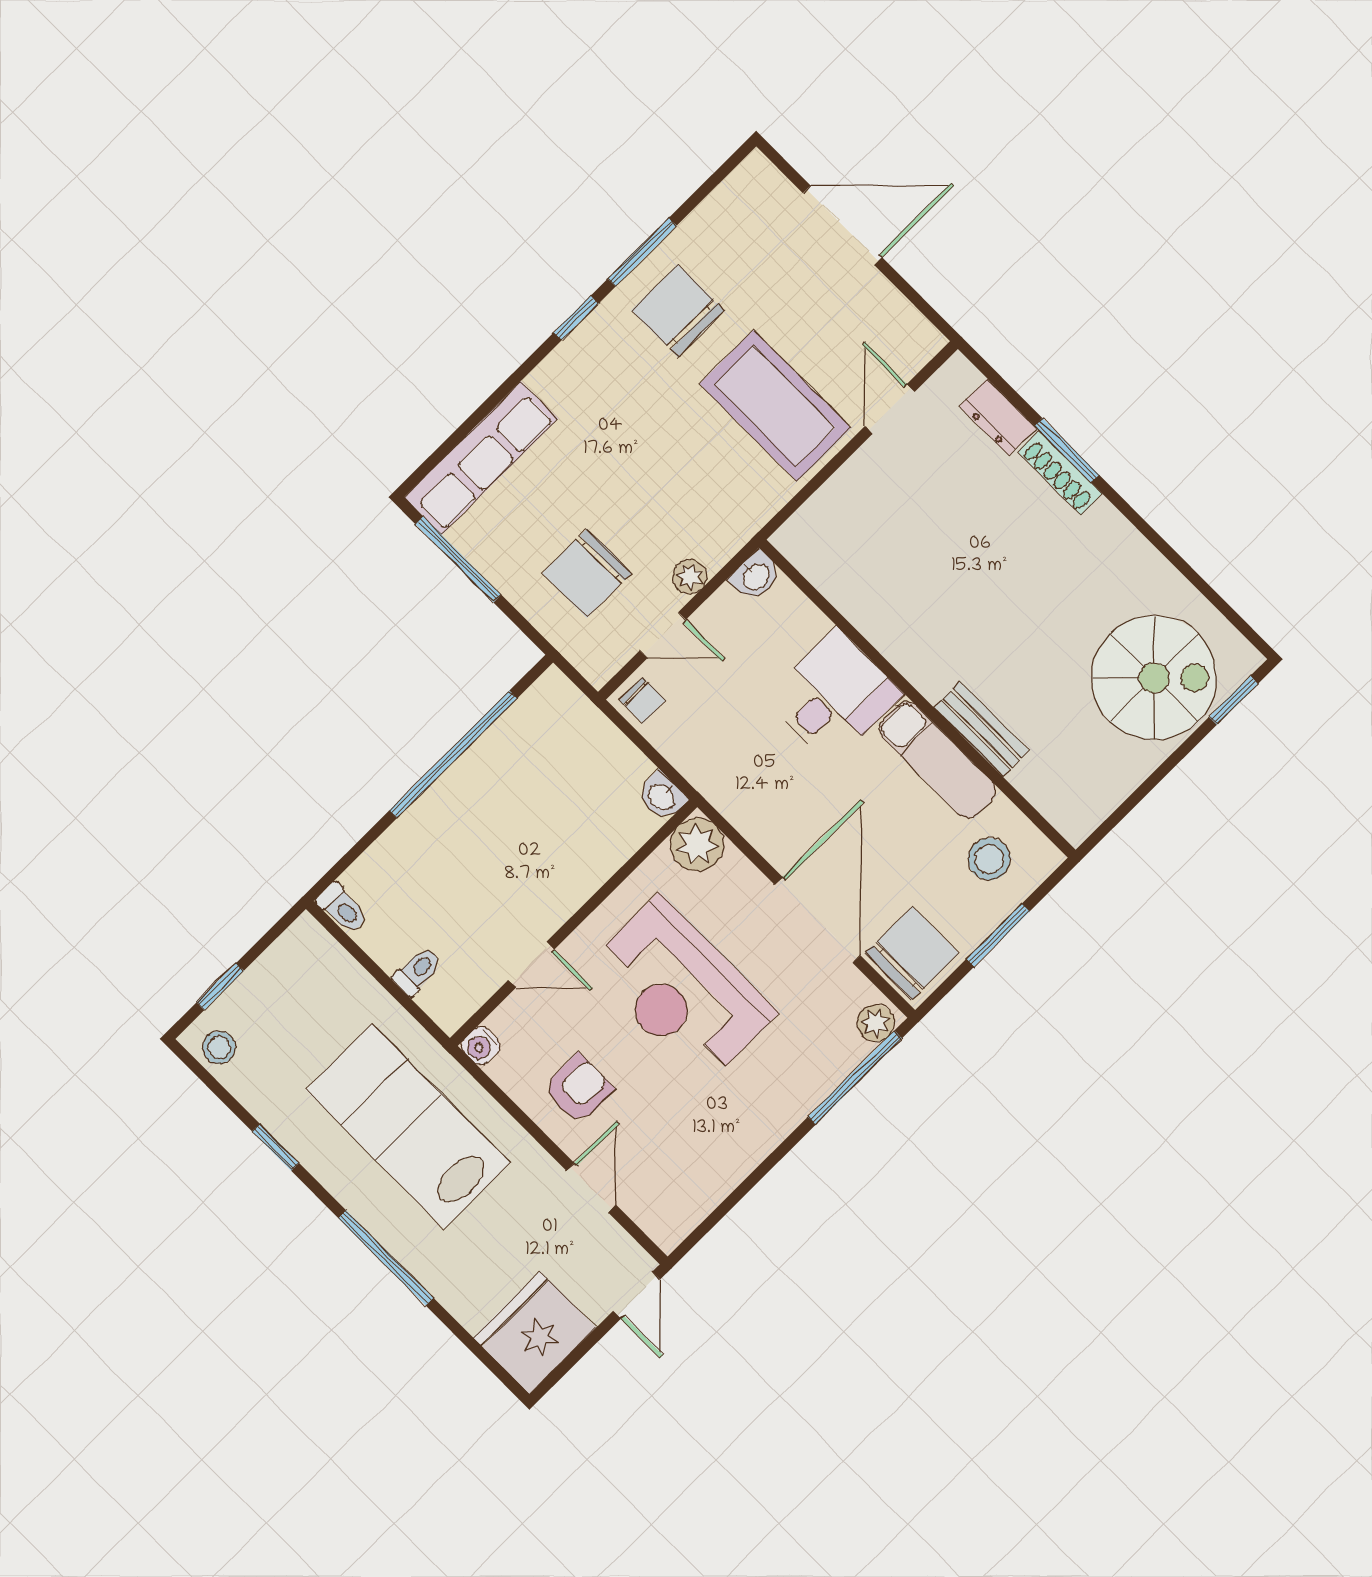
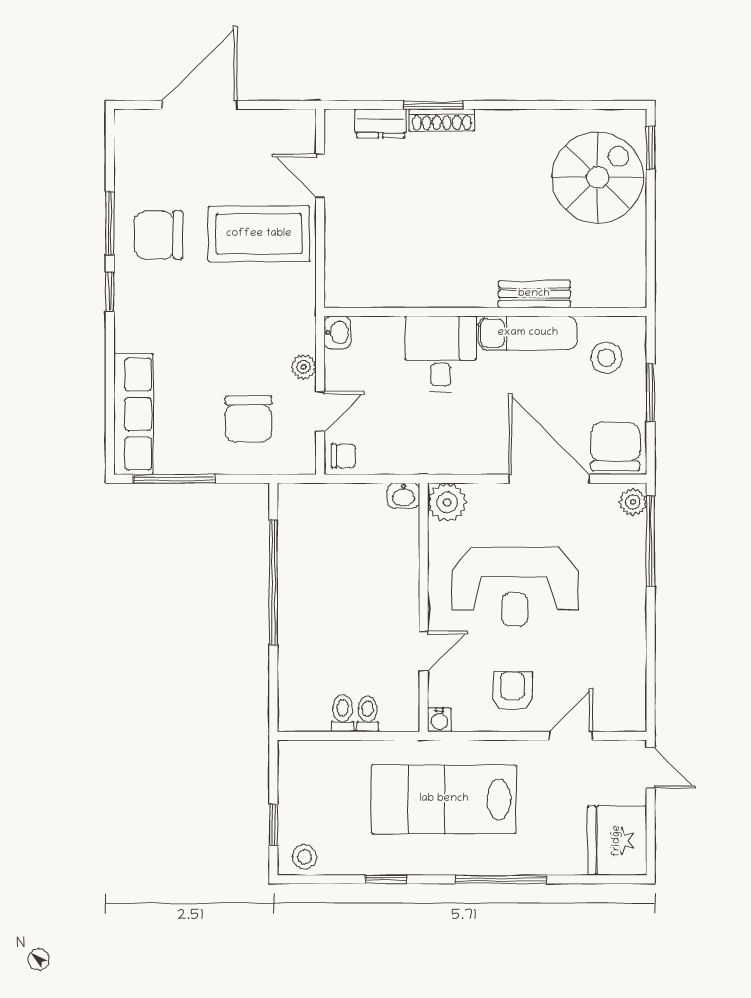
toilet: (342, 908) -> (343, 713), moved, turned -90
door: (591, 1188) -> (571, 736), hinge flipped

